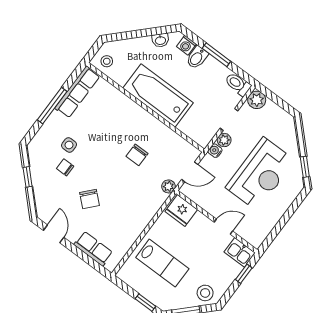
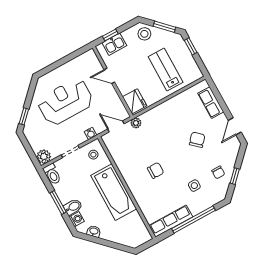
stool: (107, 61) -> (93, 155), moved
window: (52, 106) -> (194, 220), width x1.46
plant: (224, 140) -> (80, 138), removed
chair: (137, 155) -> (156, 170), moved
chair: (65, 167) -> (218, 172), moved
window: (305, 167) -> (24, 116), moved
kitchen sink: (240, 252) -> (114, 44), moved, turned 90

